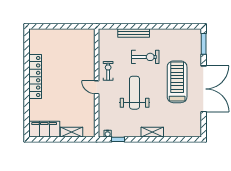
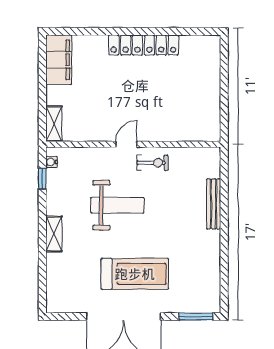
exercise bike: (145, 57) -> (175, 223), removed
shelving: (72, 132) -> (54, 124), moved

